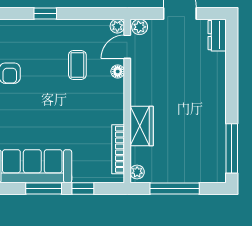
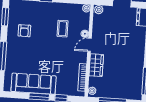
door: (127, 47) -> (90, 45), moved

